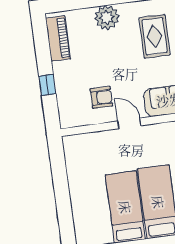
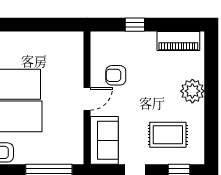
armchair: (101, 97) -> (116, 75), turned 90

